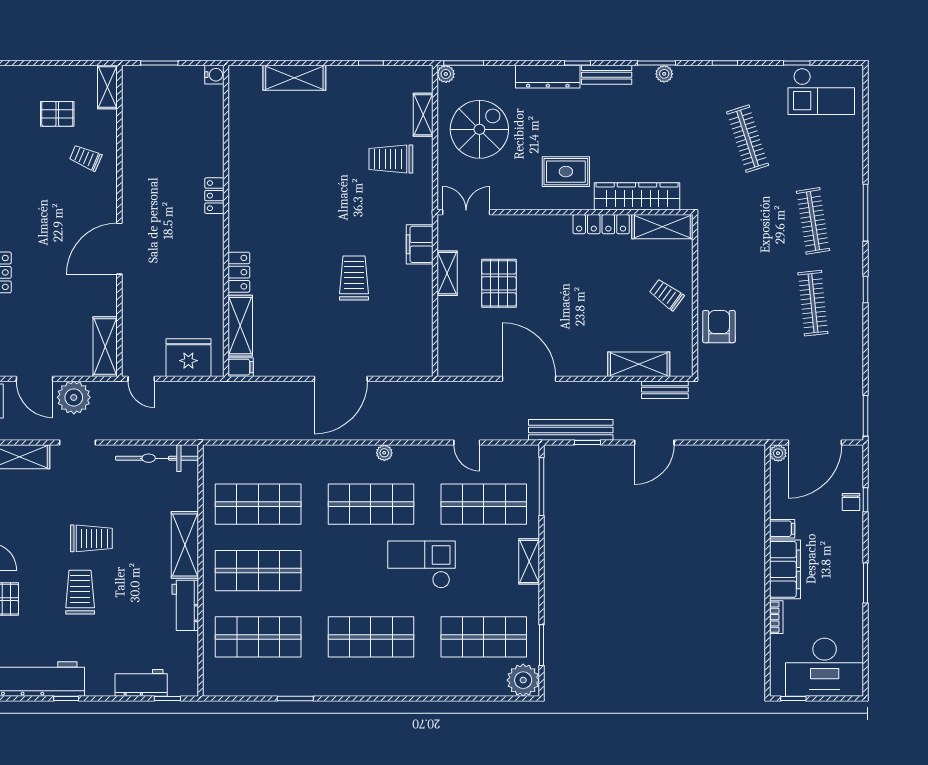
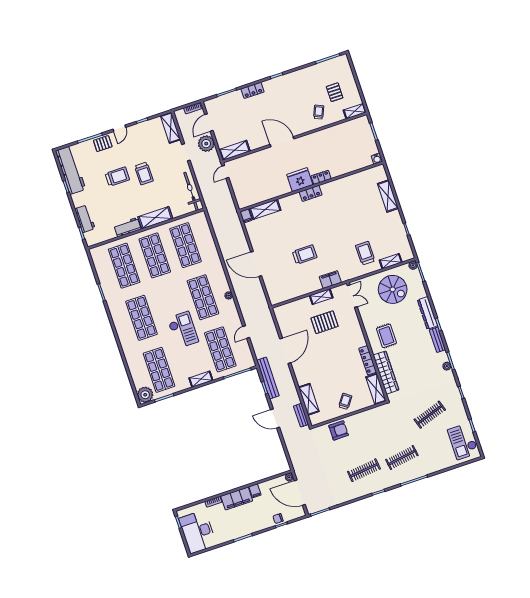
locker: (239, 272) -> (311, 193), moved
fridge: (188, 358) -> (300, 180), moved, turned -90

